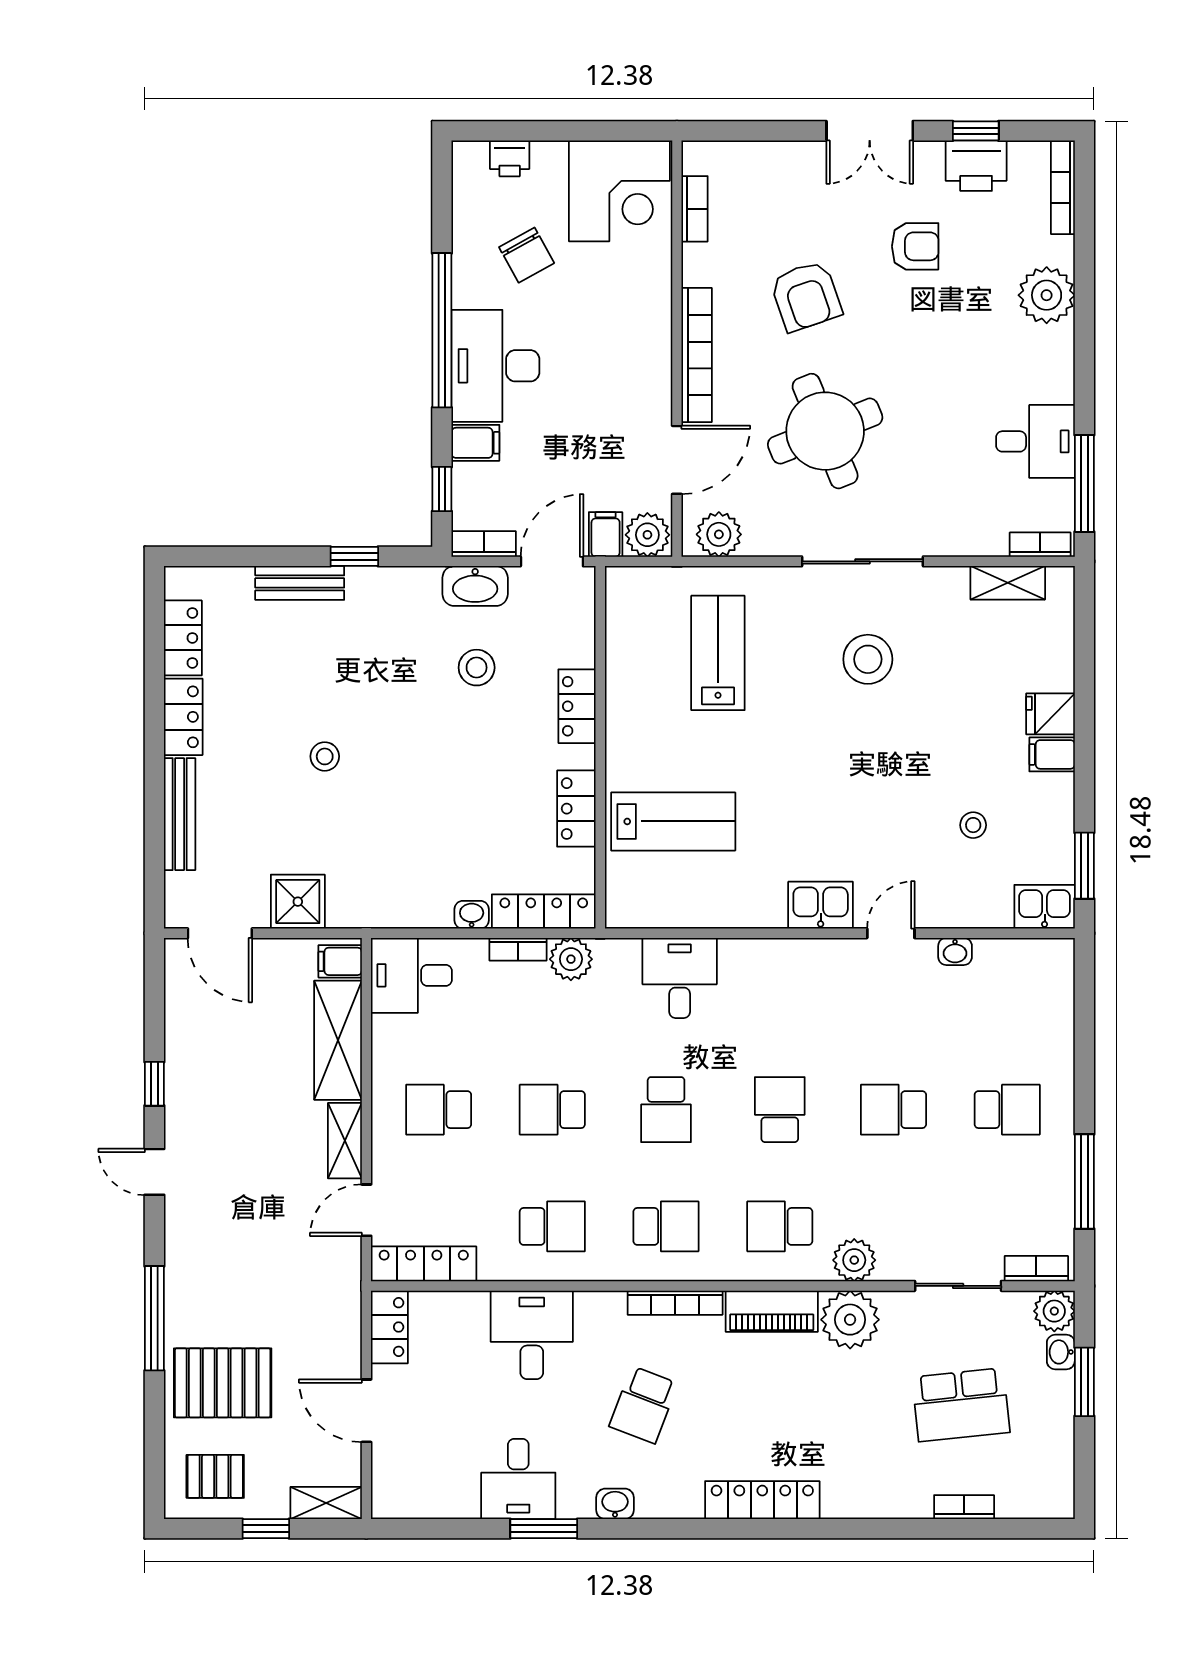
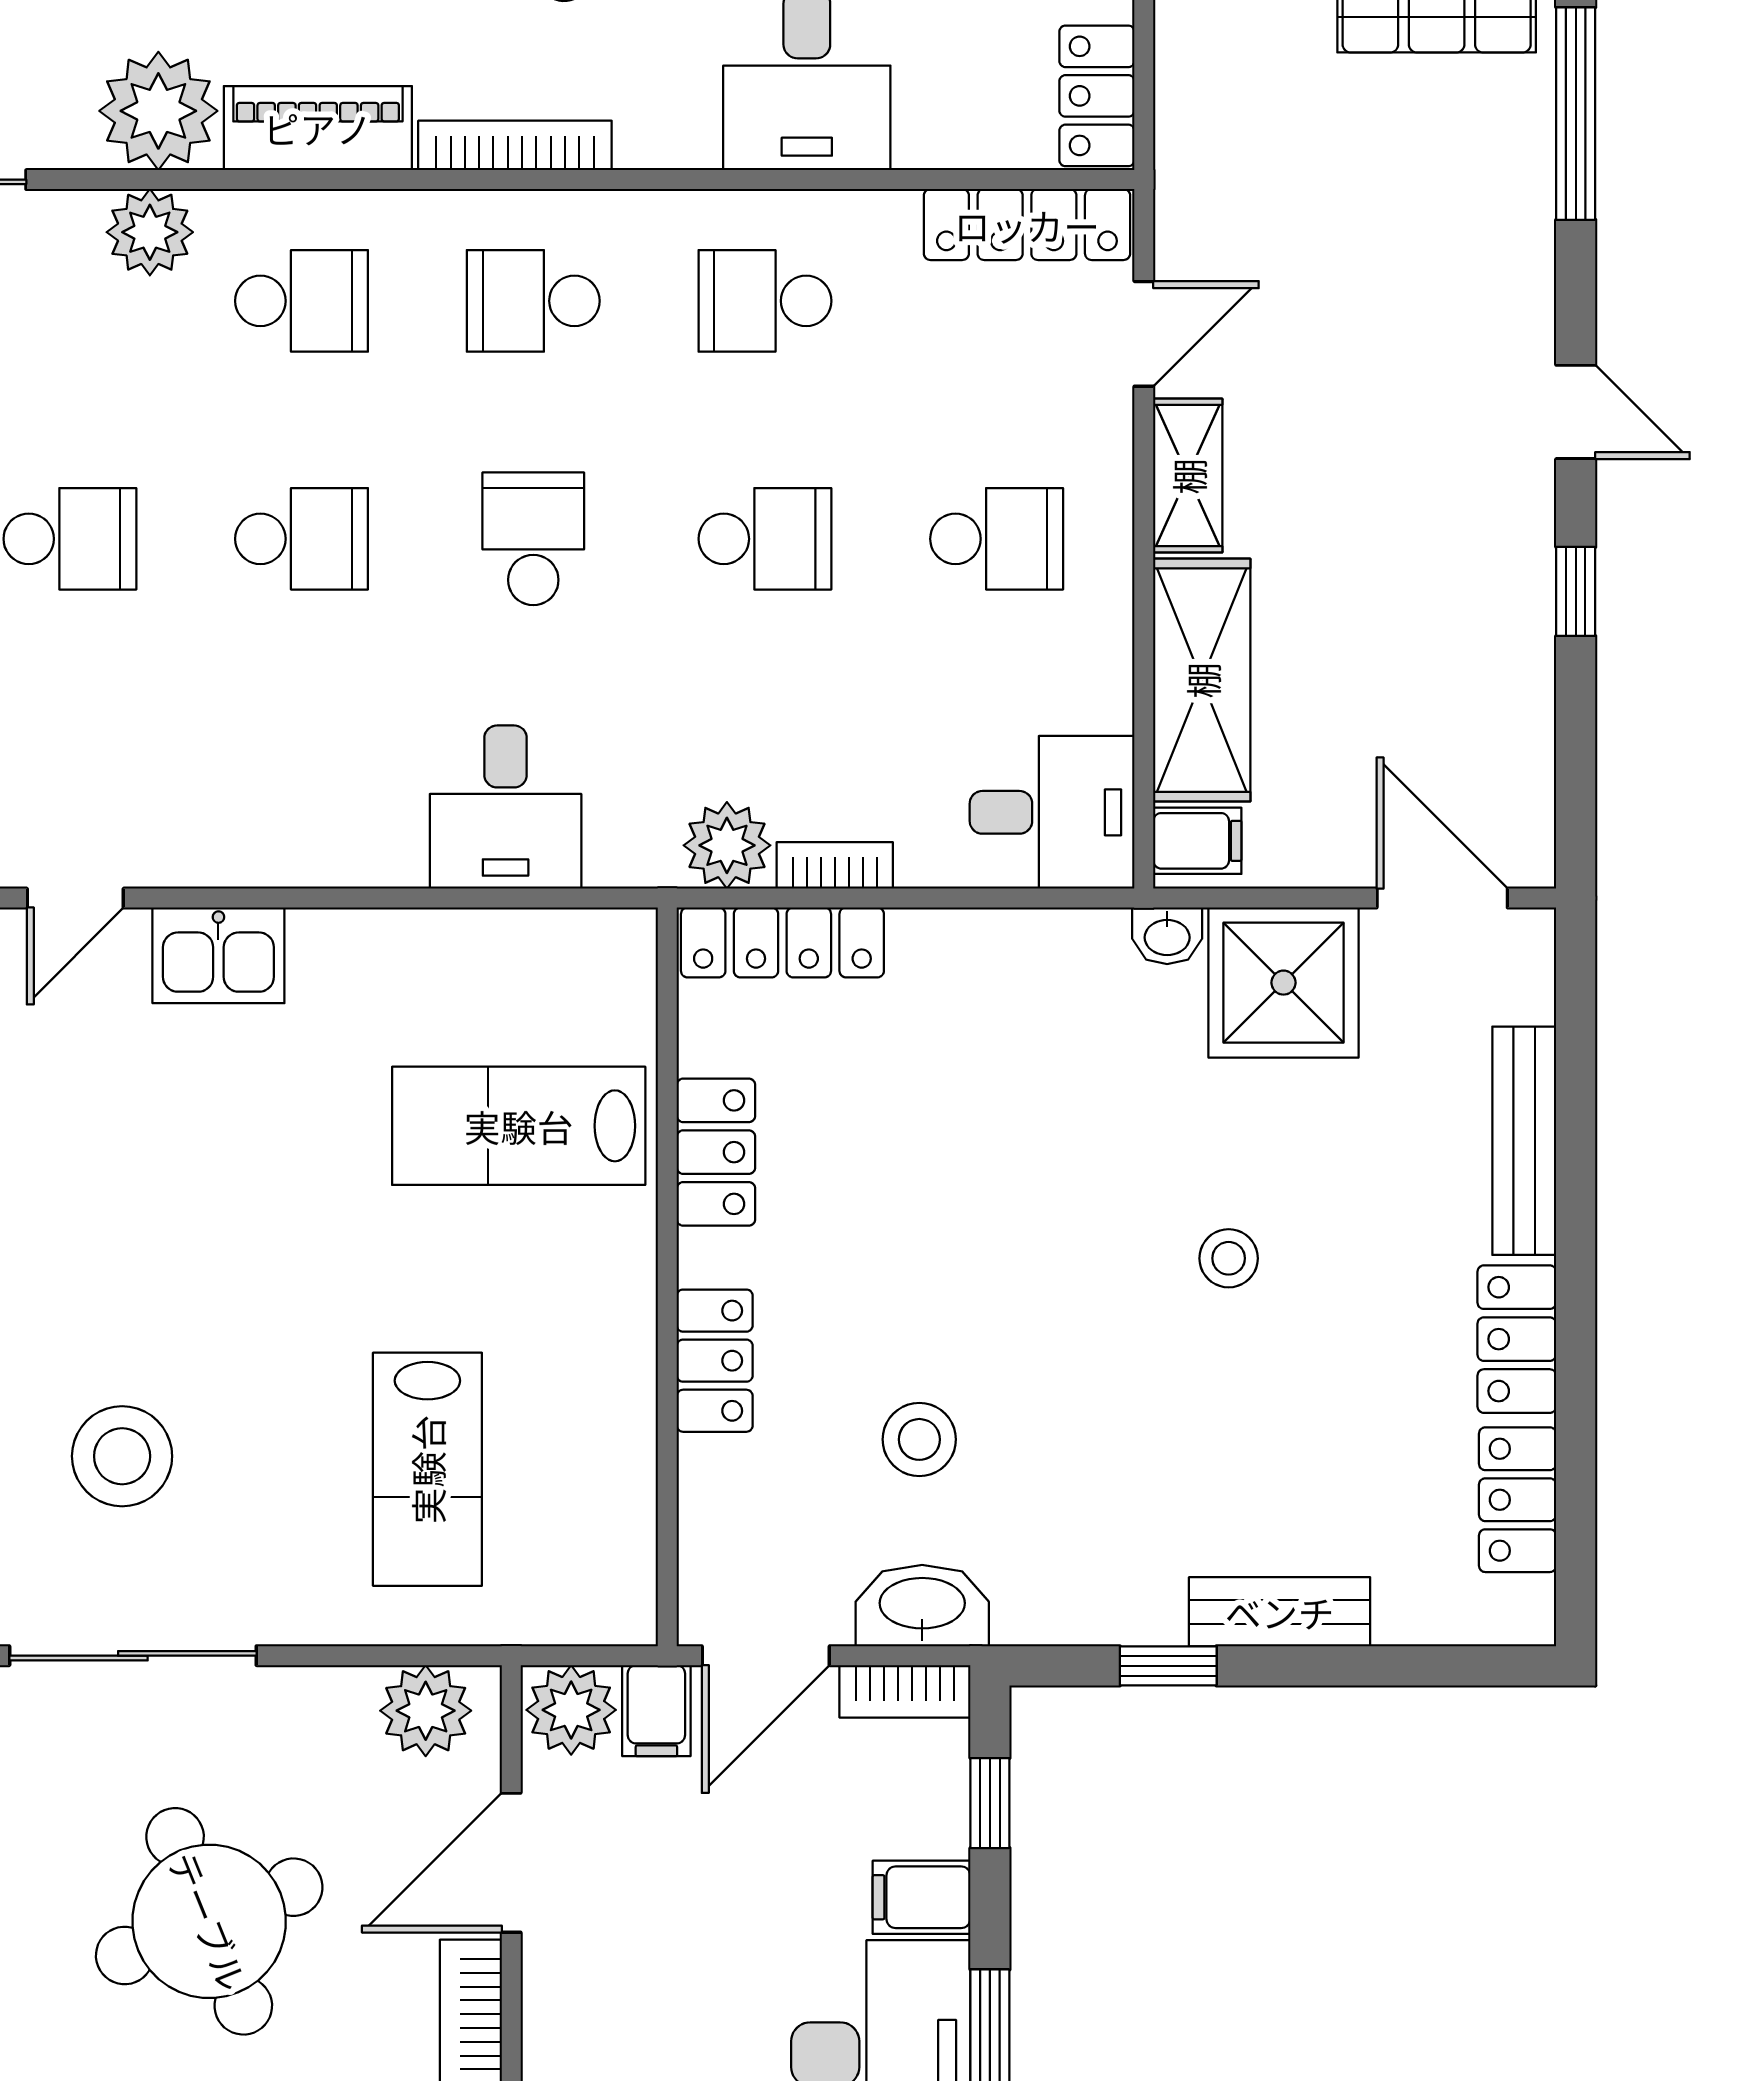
shower: (298, 902) -> (1283, 983), width x1.36, depth x1.36
washbasin: (472, 915) -> (1167, 936), moved
school desk: (780, 1110) -> (302, 539), turned -90

